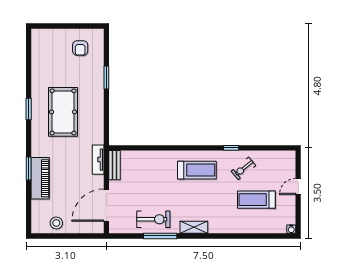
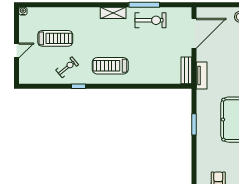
window: (106, 77) -> (194, 124), moved
exercise bike: (153, 219) -> (151, 20), turned 180

